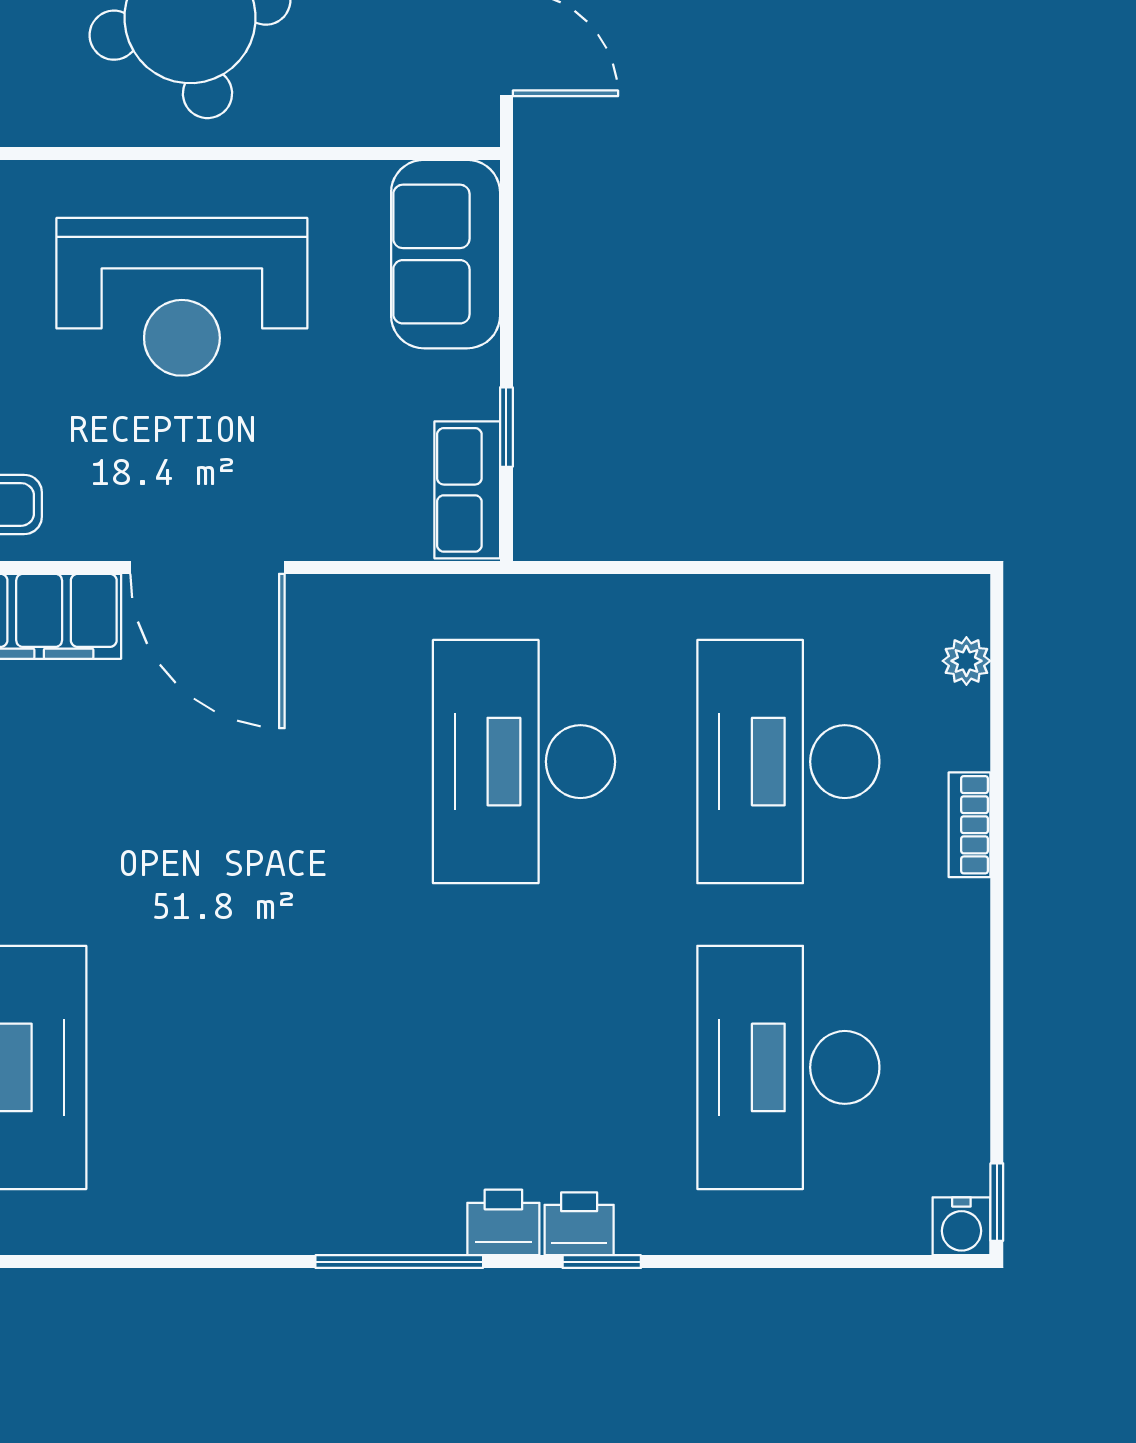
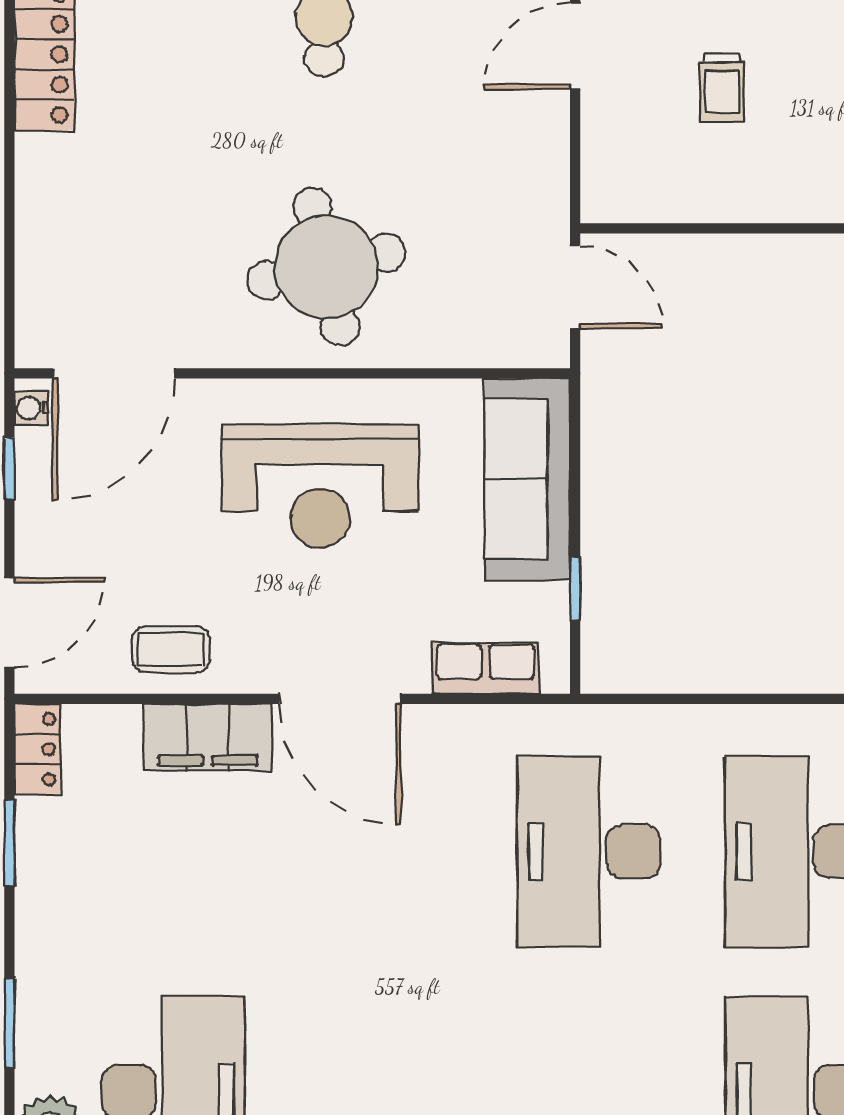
sofa: (446, 254) -> (527, 479), width x1.36
row of seats: (467, 490) -> (485, 668), moved, turned 90

